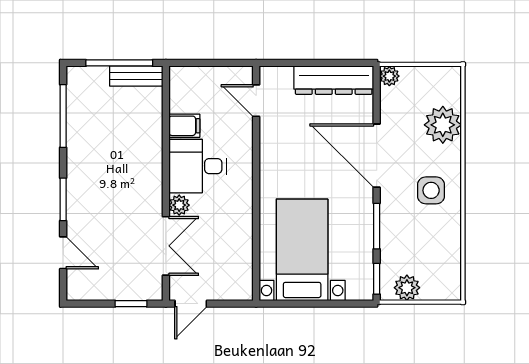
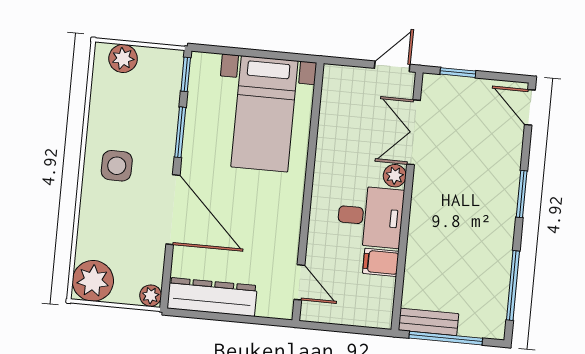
plant: (443, 125) -> (93, 281), moved
door: (63, 253) -> (530, 107), moved
plant: (407, 288) -> (123, 58), moved

